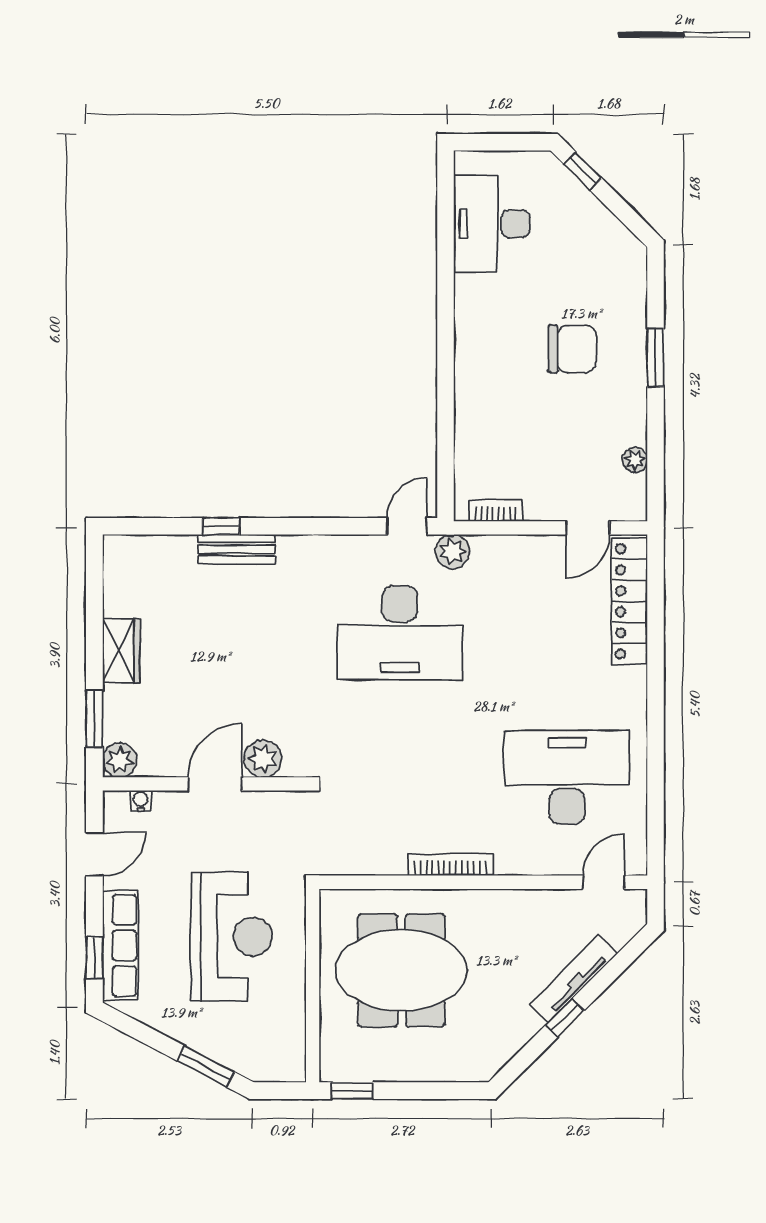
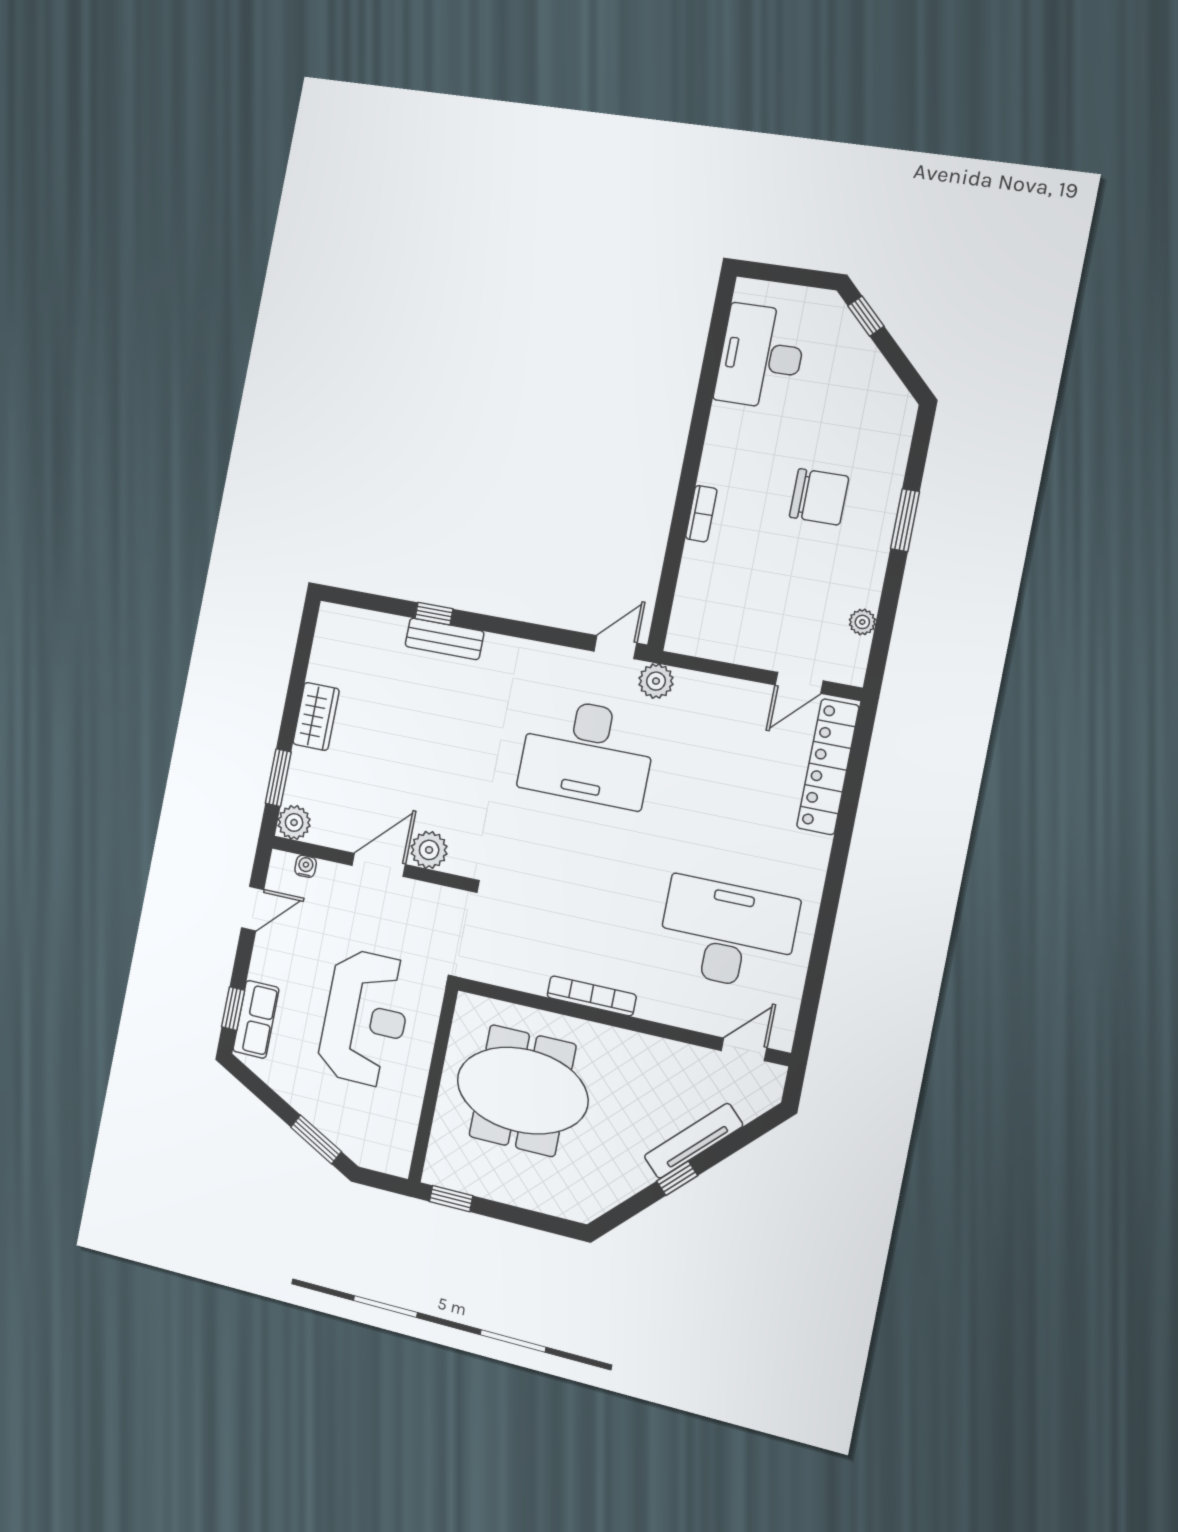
bookcase: (496, 511) -> (701, 514), moved, turned 90
row of seats: (120, 946) -> (256, 1019), width x0.68

